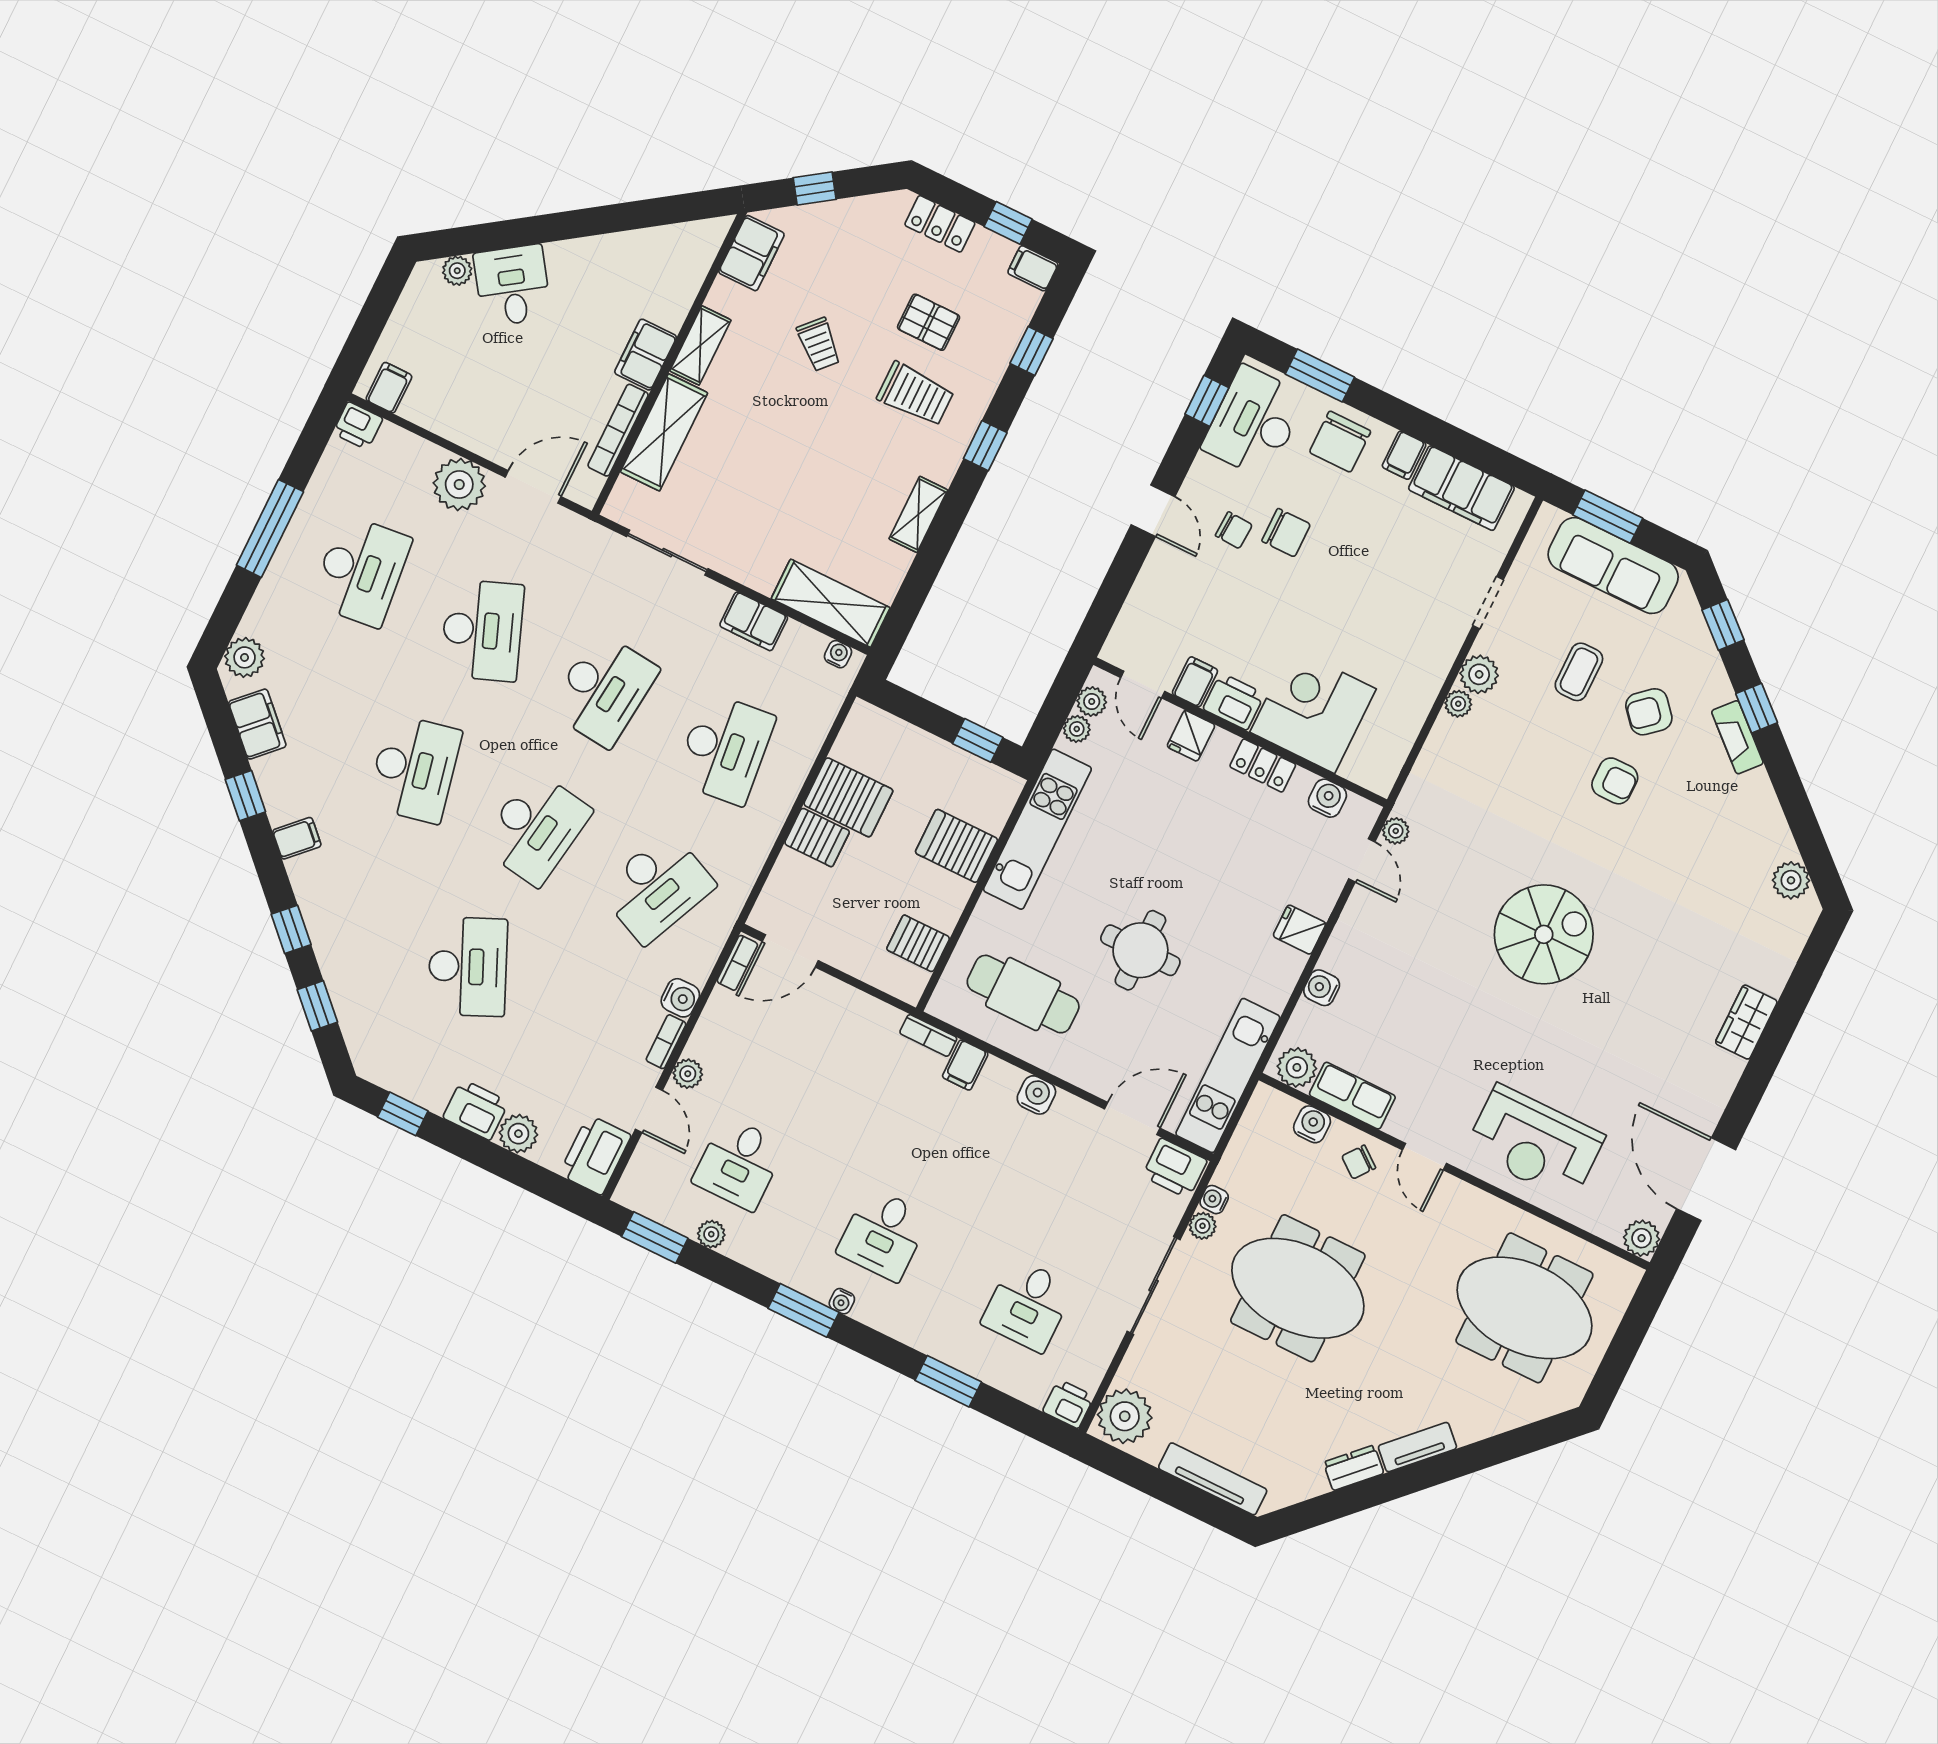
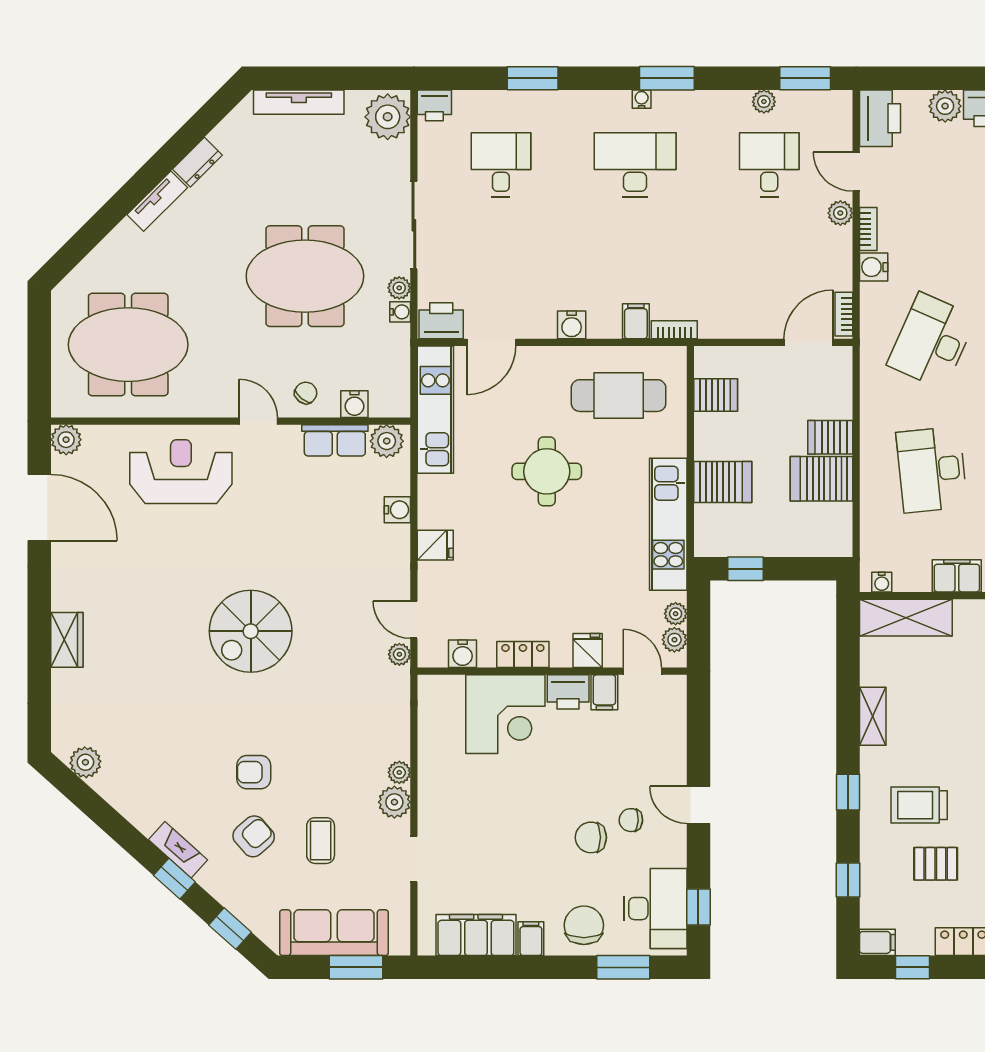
desk: (883, 1234) -> (635, 165), width x1.37

